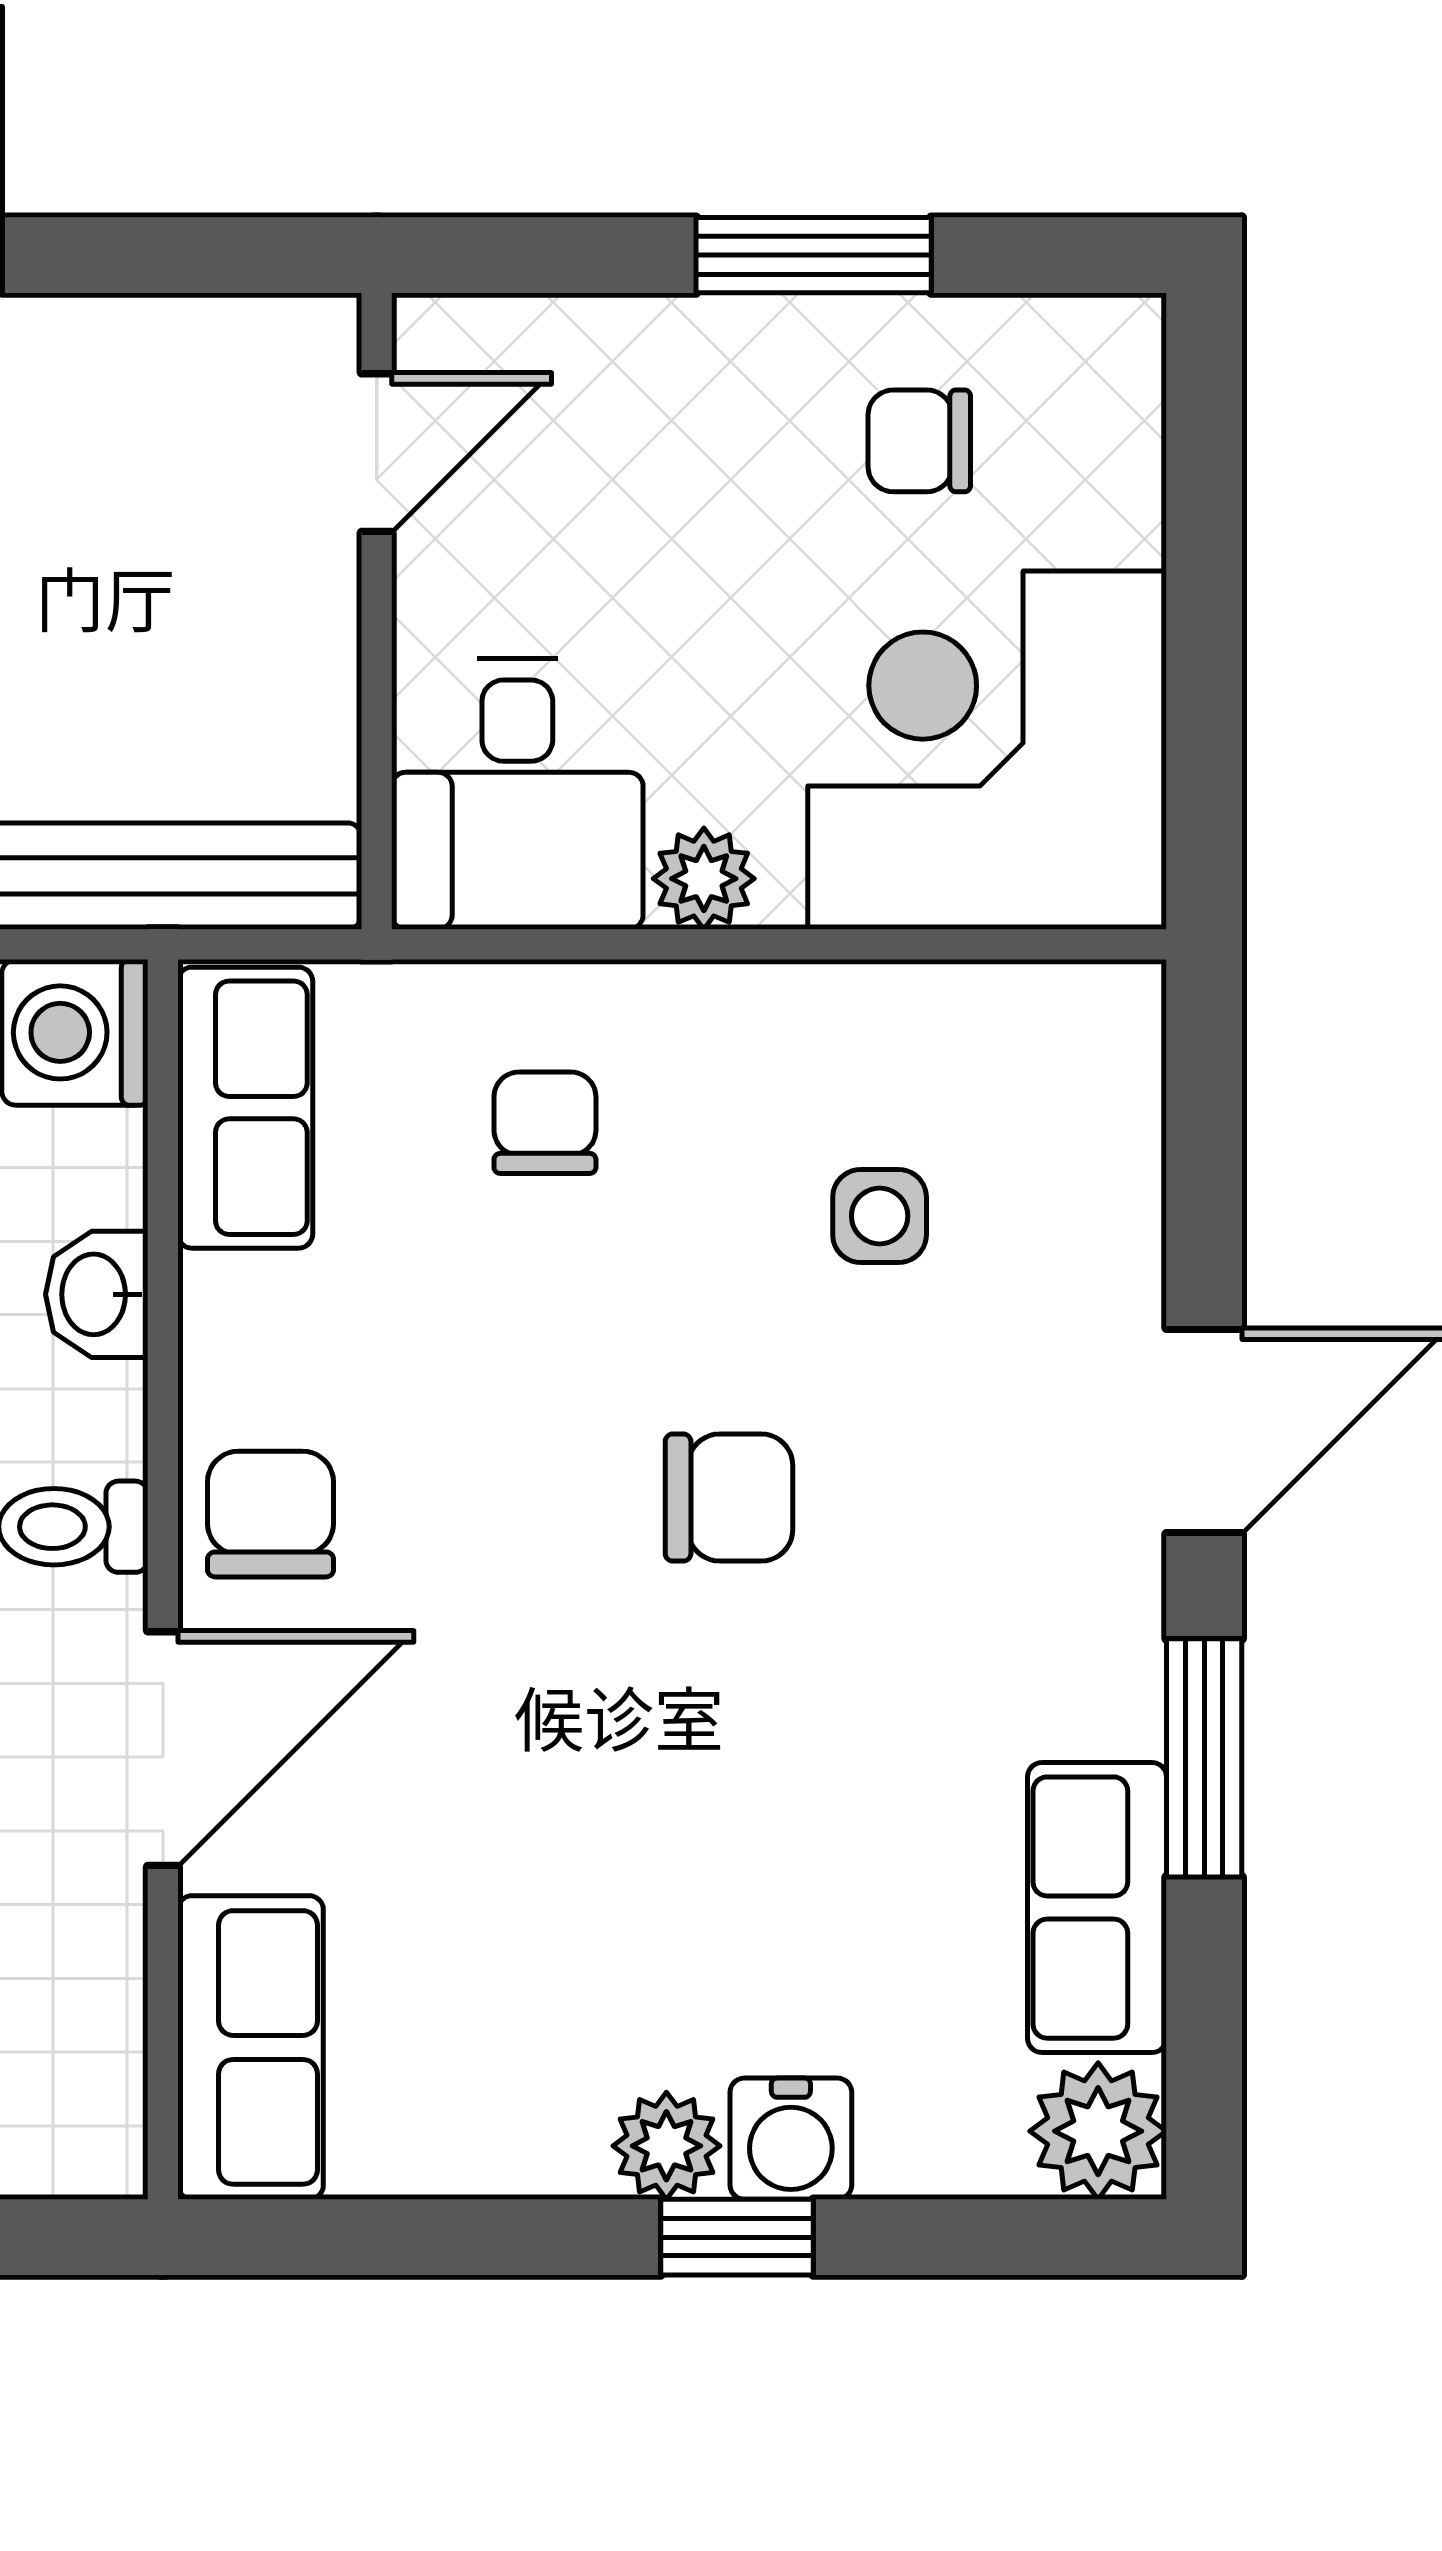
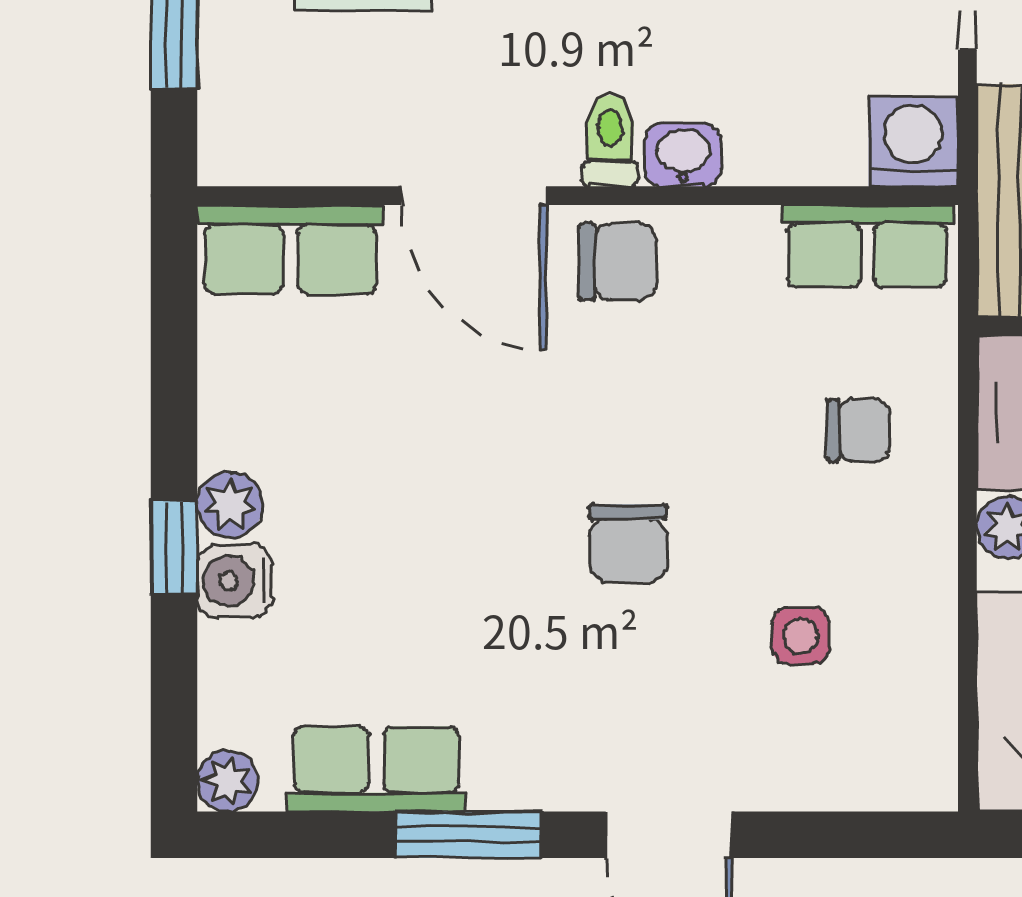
washbasin: (97, 1294) -> (683, 155), moved
plant: (1098, 2131) -> (228, 781), width x0.73, depth x0.73

